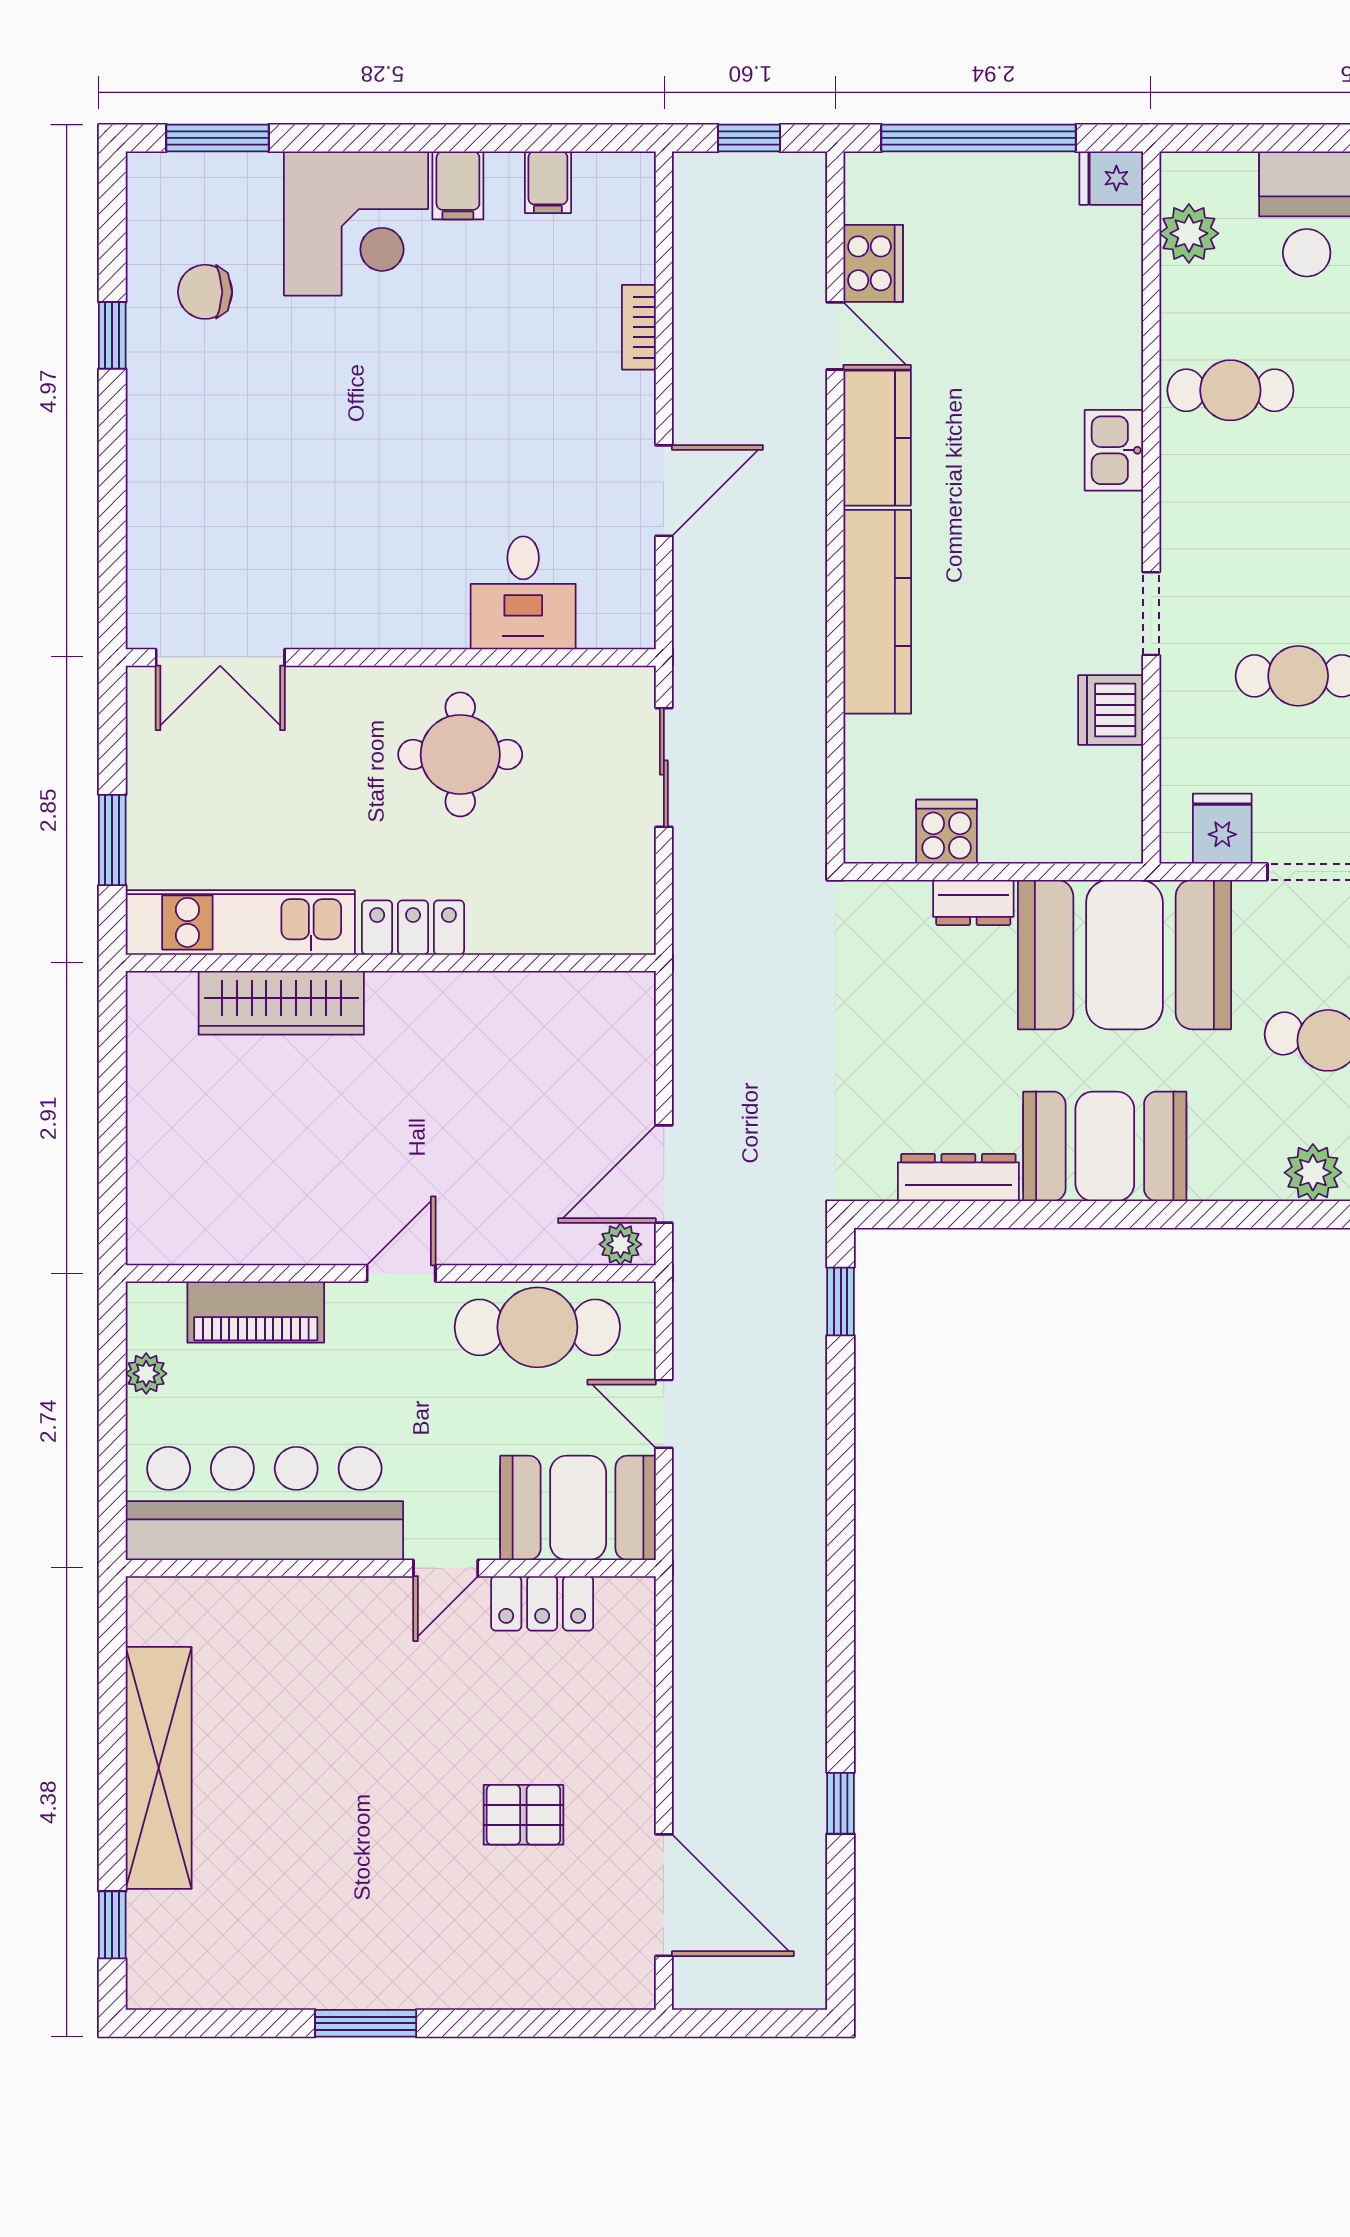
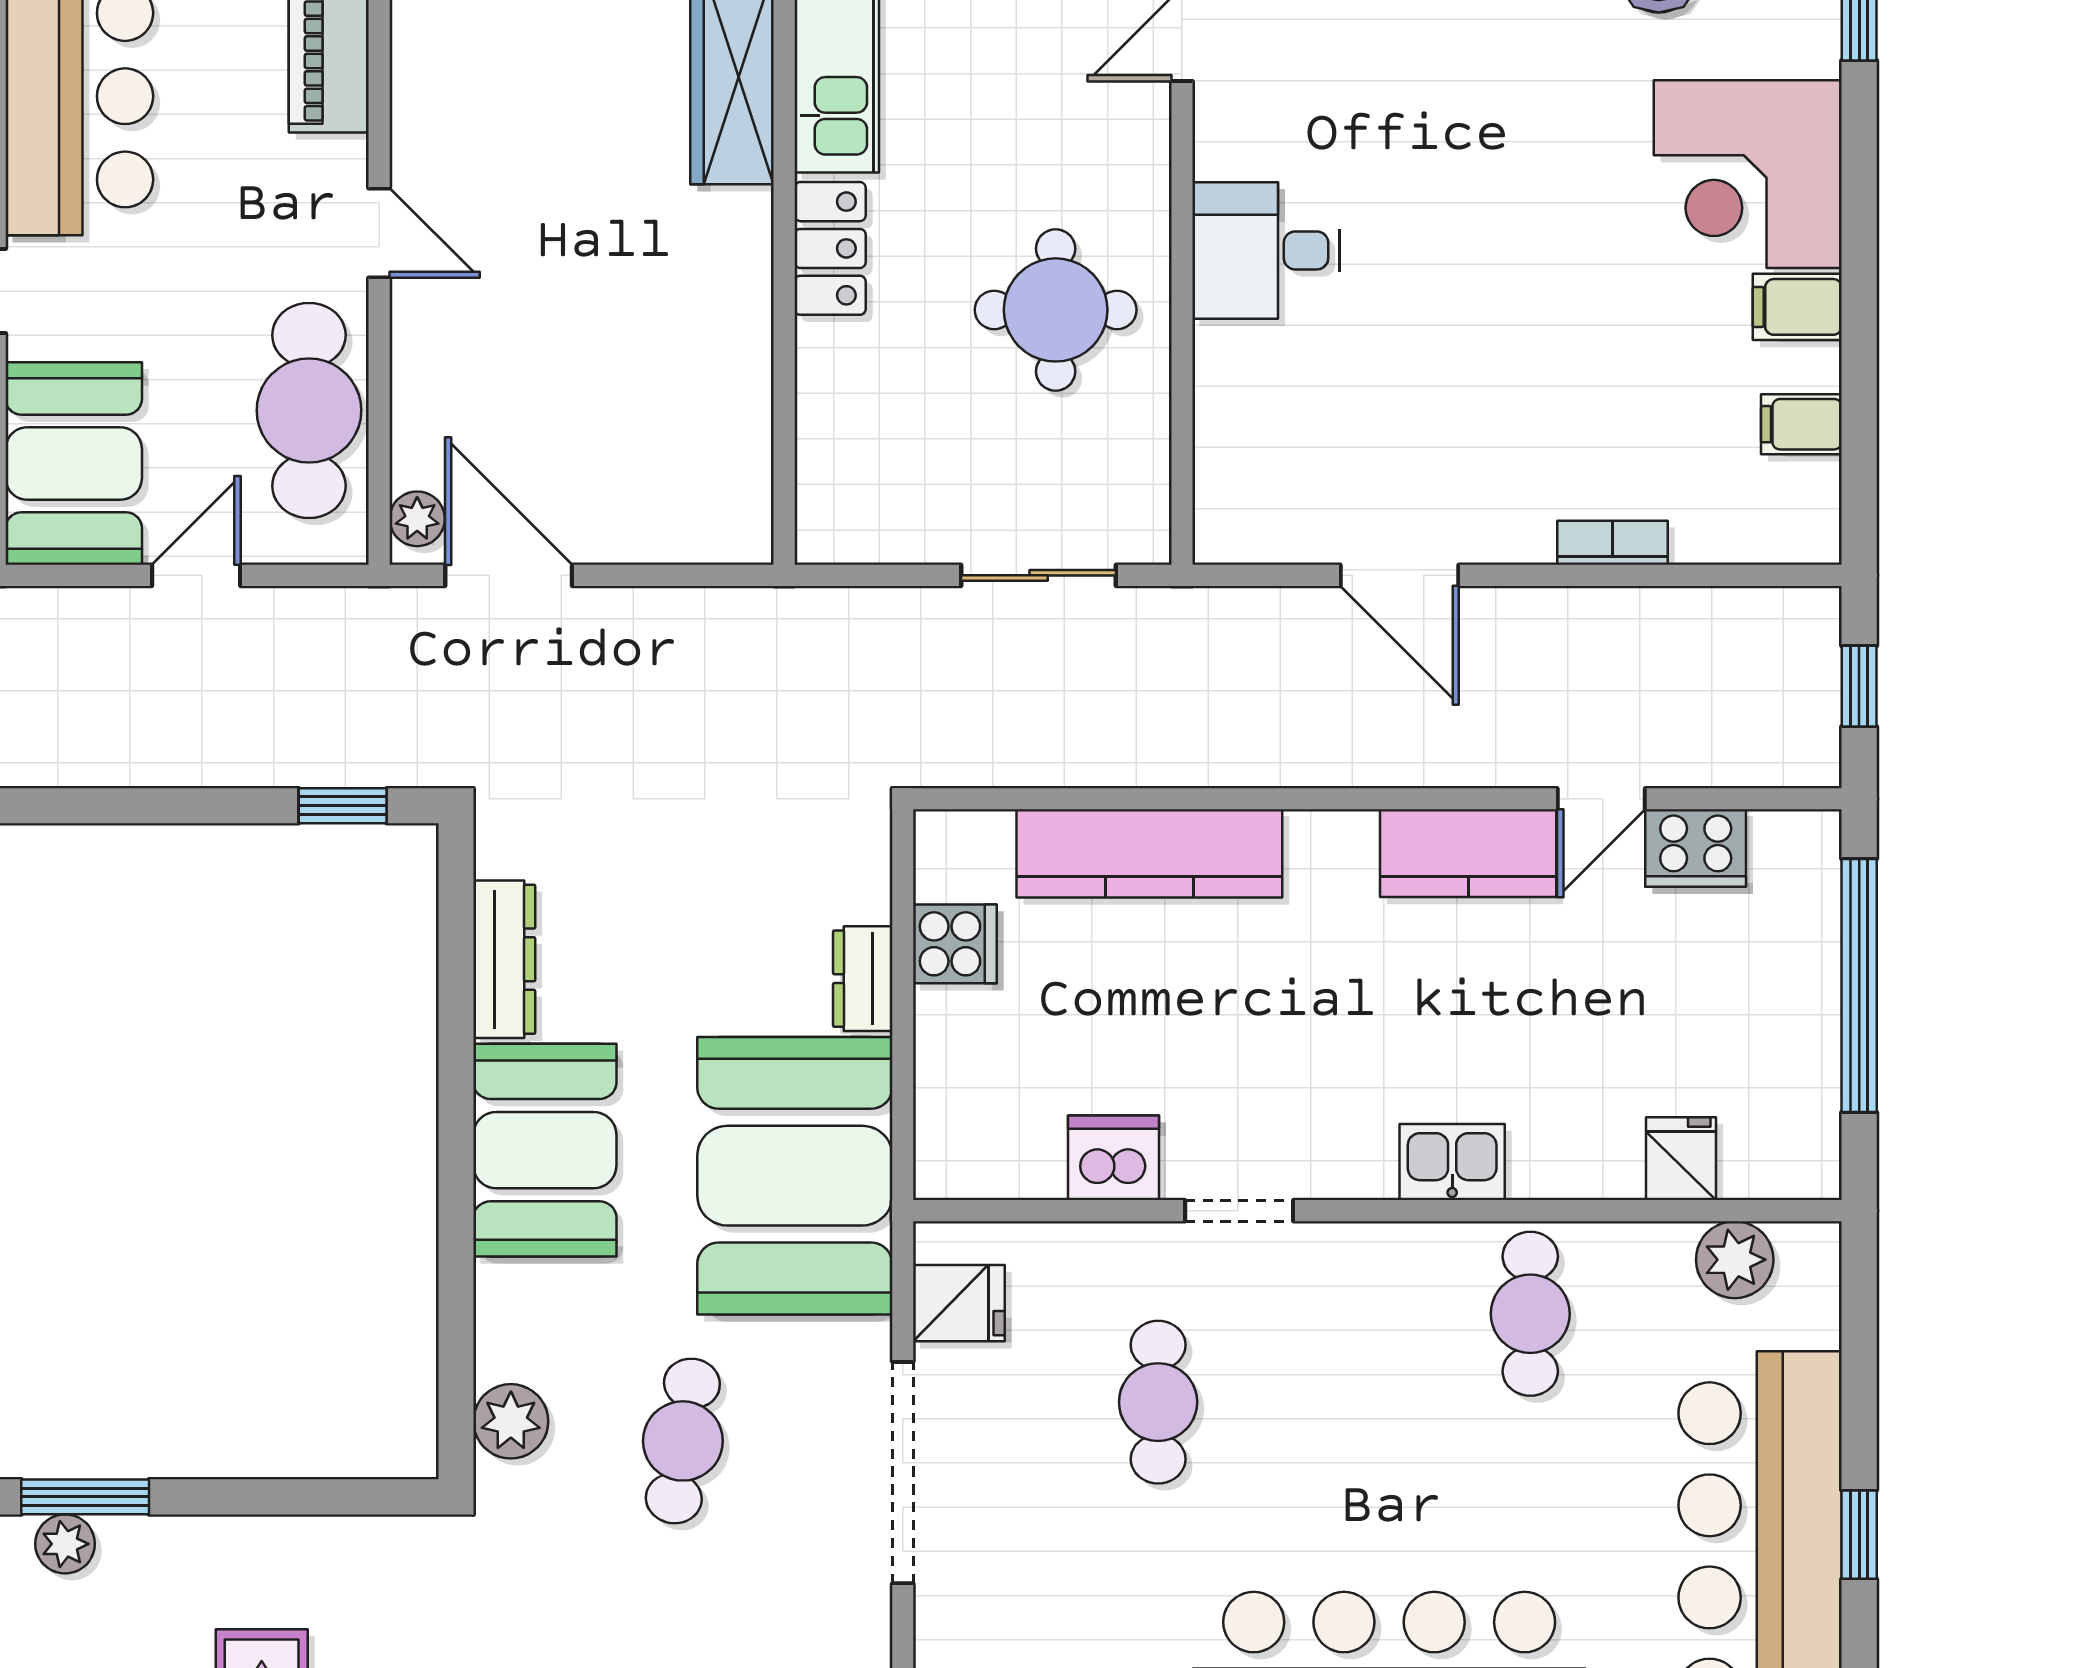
fridge: (1111, 178) -> (1681, 1159), moved
desk: (523, 593) -> (1266, 250), moved
kitchen counter: (877, 612) -> (1149, 853), moved

